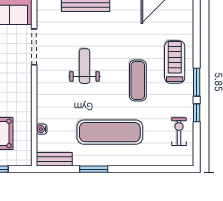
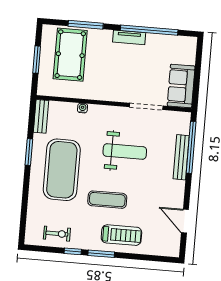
weight bench: (85, 66) -> (125, 152), width x1.36, depth x1.33
water cooler: (42, 129) -> (83, 108), moved
exercise mat: (110, 132) -> (62, 170), width x1.47

